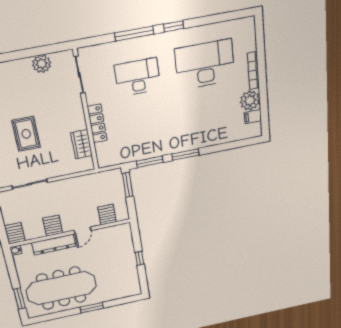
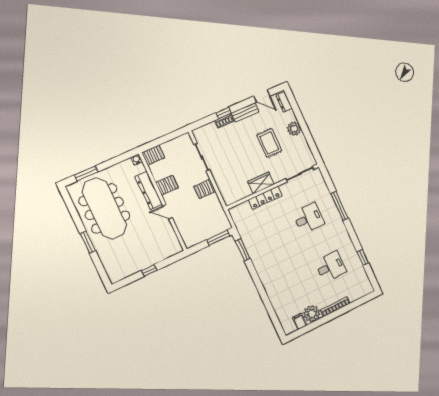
window: (174, 26) -> (363, 257), moved
plant: (42, 64) -> (294, 129), moved
desk: (205, 64) -> (331, 267), width x0.53, depth x0.77
desk: (138, 77) -> (309, 218), width x0.73
rug: (26, 134) -> (269, 143), moved, turned 90
wardrobe: (82, 144) -> (261, 183), moved
window: (185, 155) -> (255, 277), removed
server rack: (107, 215) -> (205, 189), moved, turned 180

